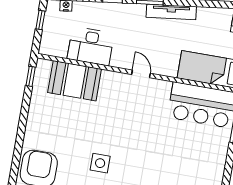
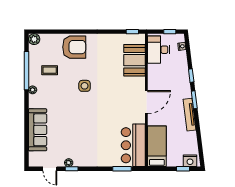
desk: (91, 46) -> (159, 50), moved
door: (141, 74) -> (146, 102), width x1.88

